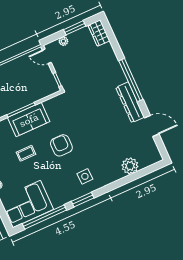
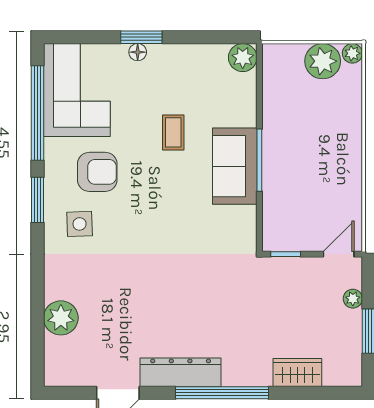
wardrobe: (99, 33) -> (297, 372), moved
armchair: (61, 145) -> (97, 172), moved

